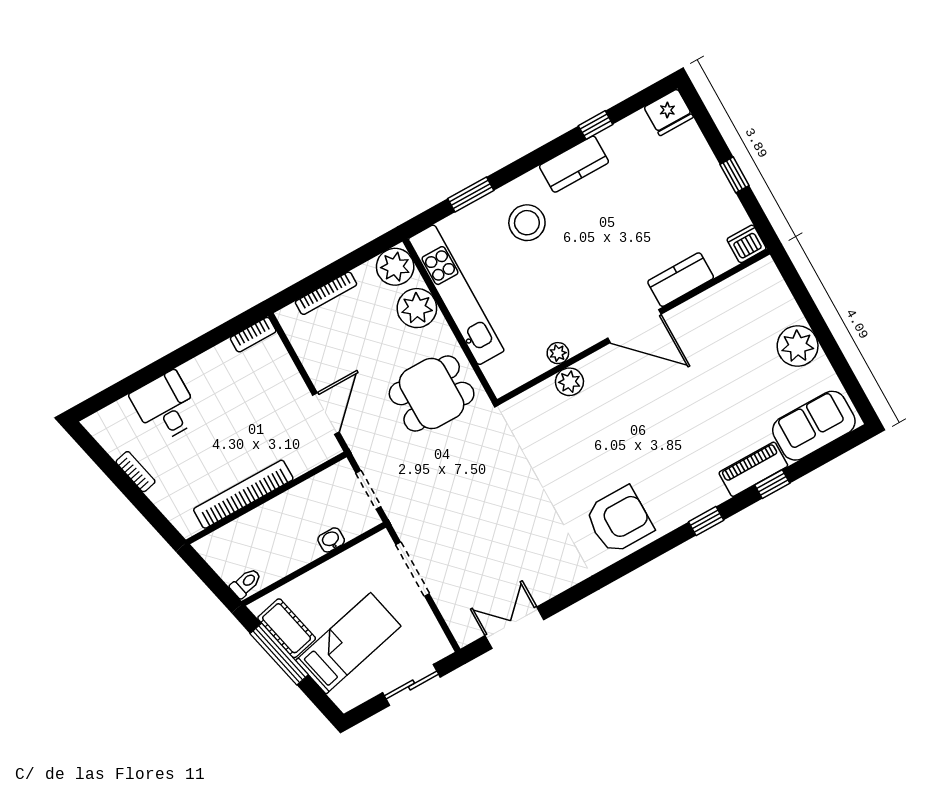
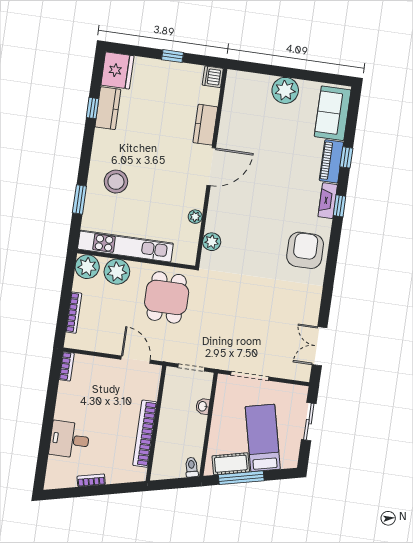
fridge: (669, 112) -> (117, 70), width x1.36, depth x1.34
kitchen counter: (574, 164) -> (108, 108), moved
plant: (569, 382) -> (212, 242), moved
fireplace: (701, 502) -> (328, 201), added

